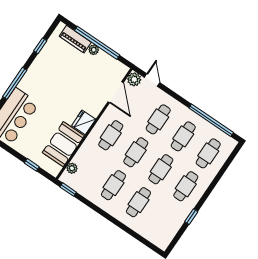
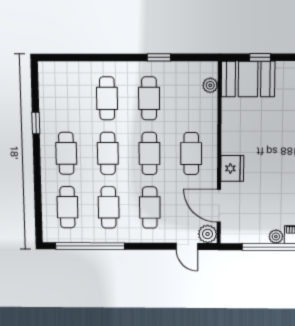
fridge: (84, 122) -> (232, 168), moved
booth: (63, 144) -> (248, 79), moved, turned 90
window: (68, 190) -> (159, 57), moved

